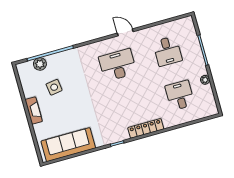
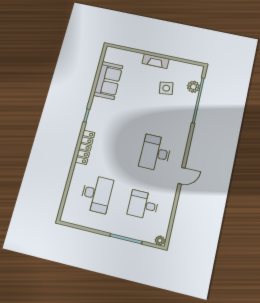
desk: (118, 65) -> (155, 153), turned 180
plant: (205, 80) -> (160, 240), moved
desk: (180, 95) -> (97, 194), width x1.37
sofa: (68, 145) -> (108, 80), width x0.73

